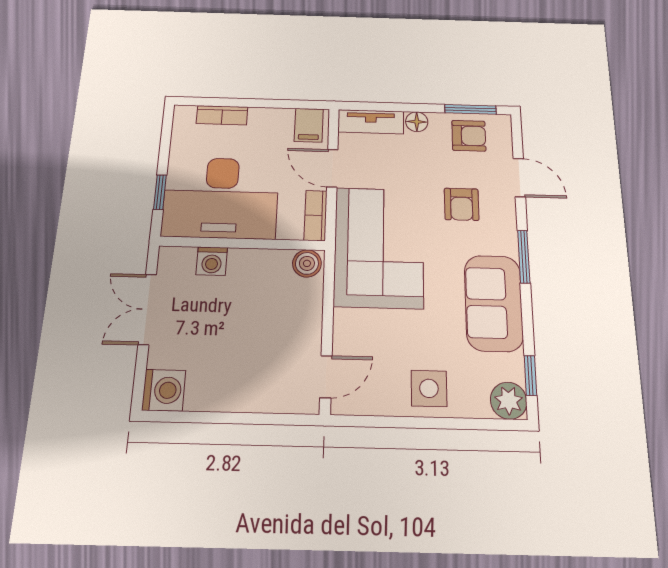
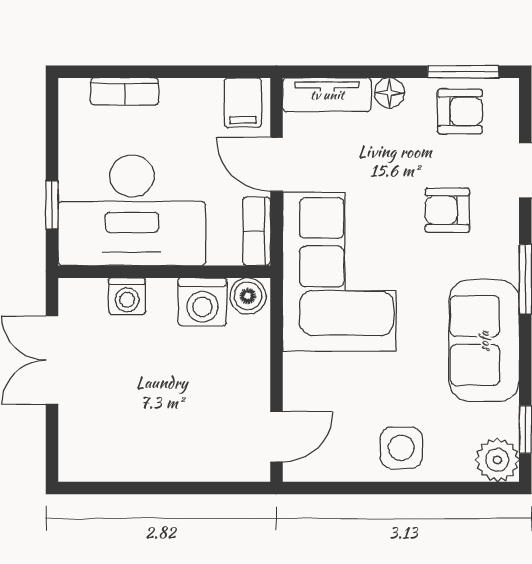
armchair: (462, 204) -> (447, 210), turned 90
washing machine: (164, 390) -> (202, 302), moved, turned 90

